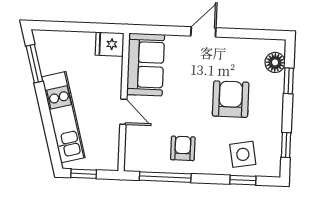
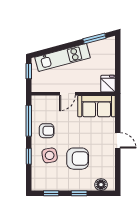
window: (289, 81) -> (79, 193), moved
side table: (243, 154) -> (50, 155), moved
window: (243, 180) -> (29, 156), moved

